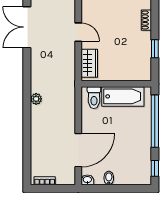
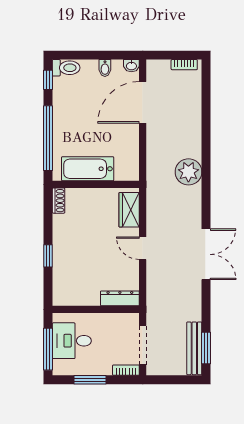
shoe rack: (146, 20) -> (59, 201), moved
window: (155, 49) -> (48, 256), moved
toilet: (94, 98) -> (66, 68), moved, turned 90
plant: (36, 99) -> (188, 172), width x1.88, depth x1.88

